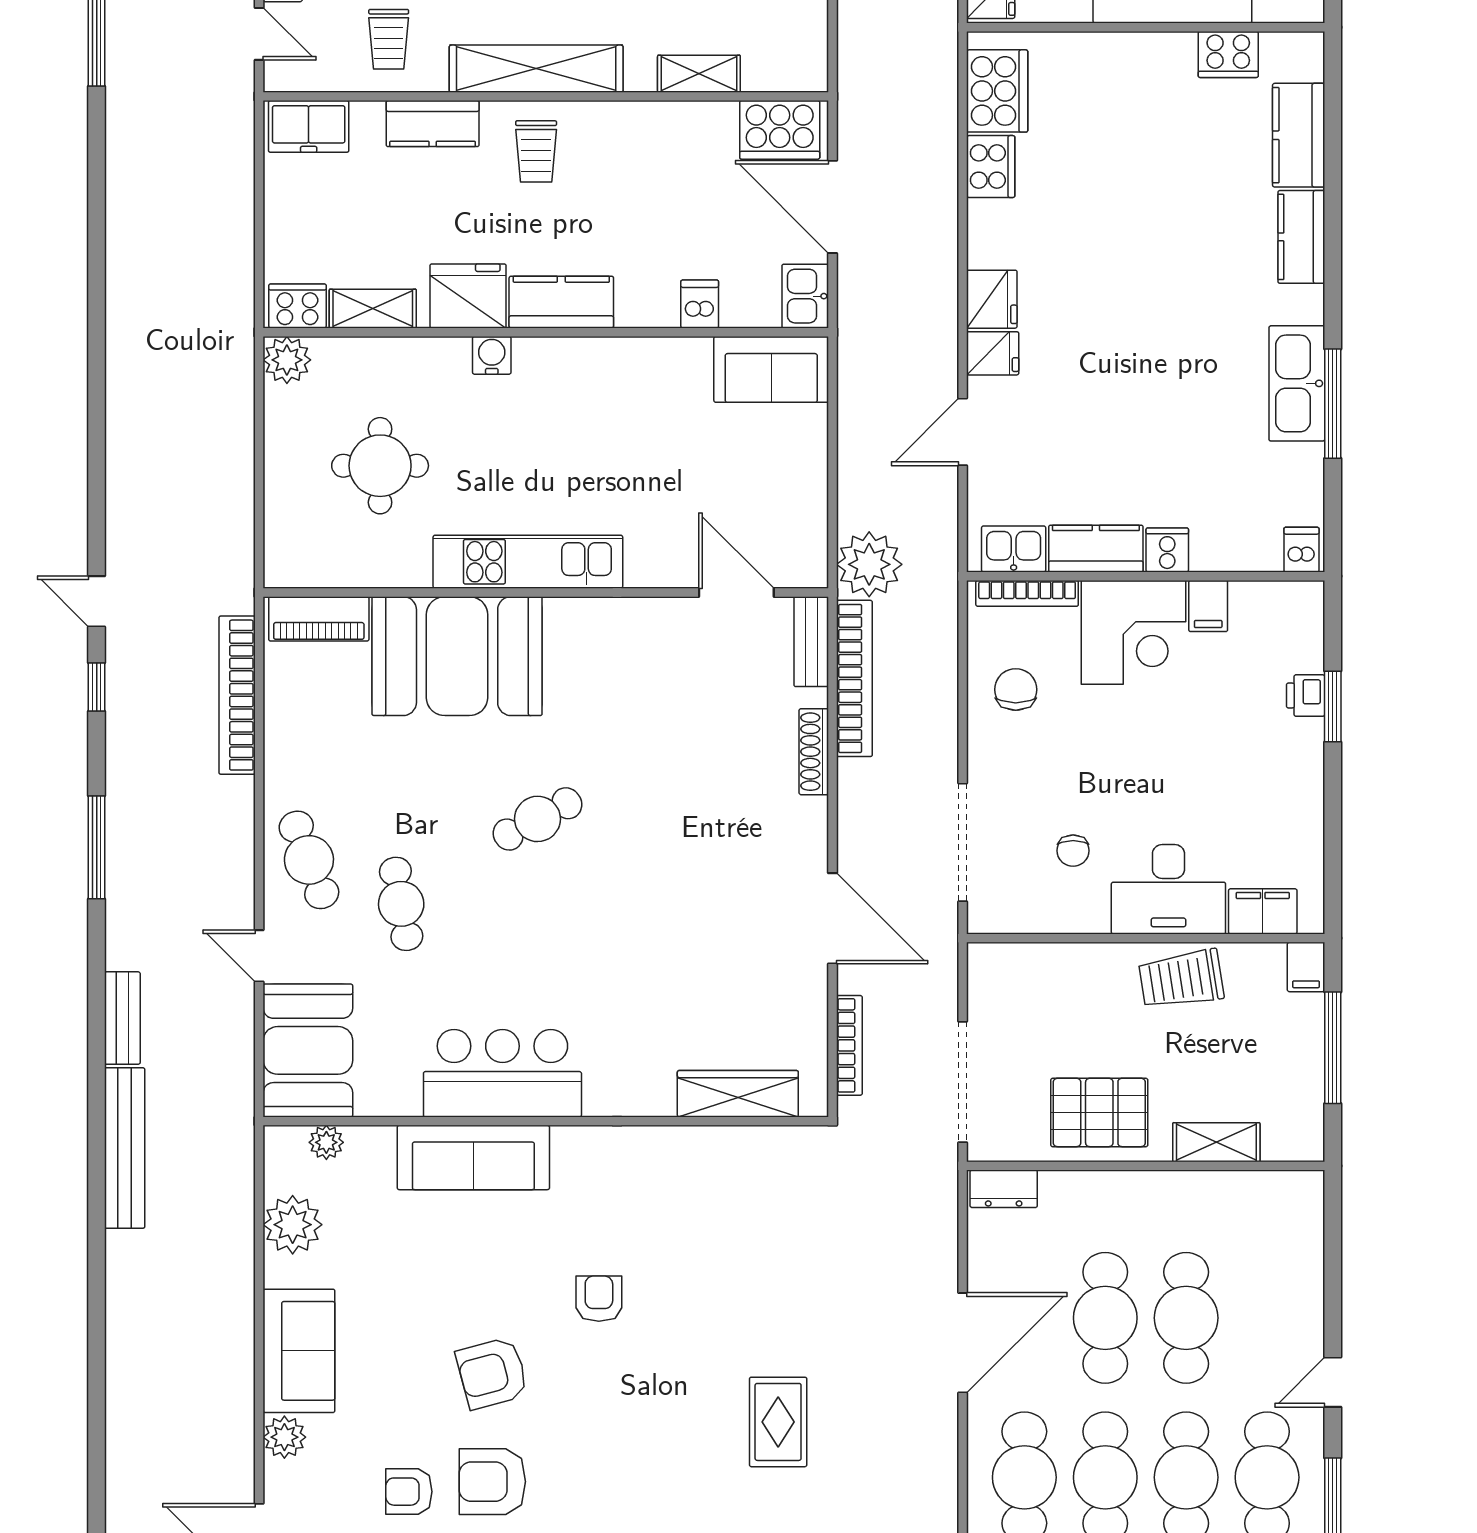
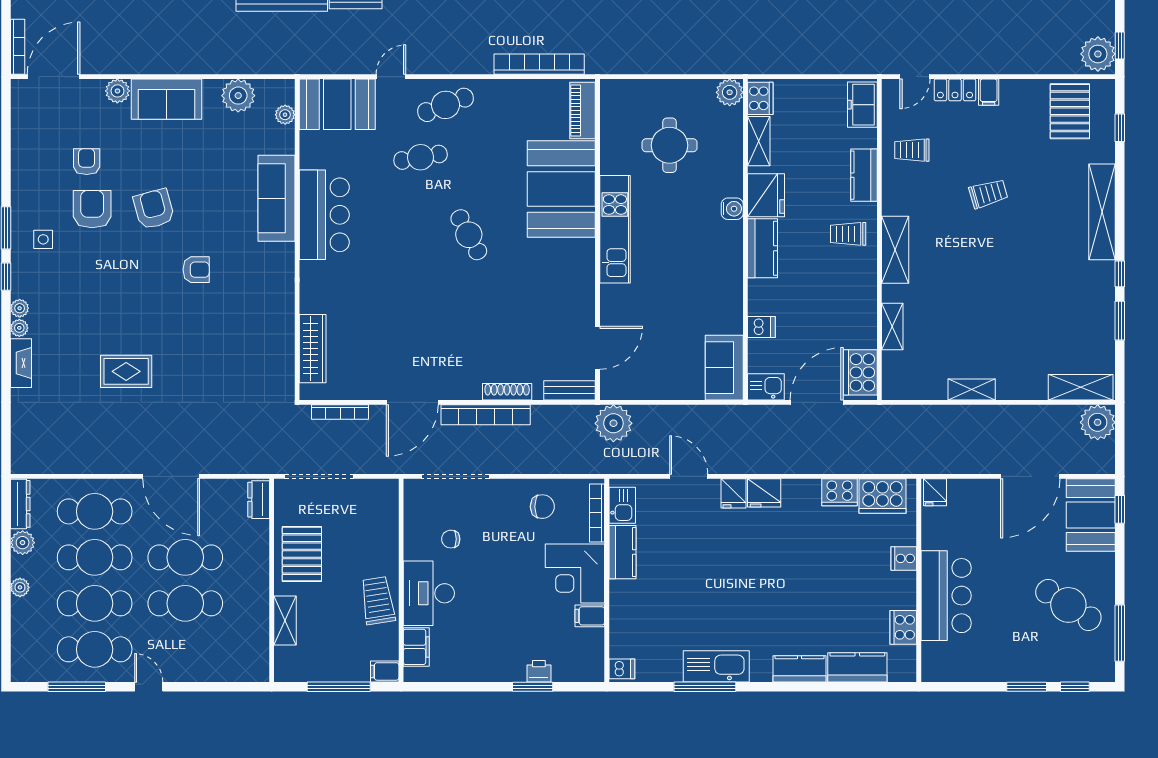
shelving: (536, 69) -> (895, 250), width x0.68
cooker: (1167, 550) -> (904, 558), moved, turned 180
bookcase: (854, 678) -> (486, 415), moved

